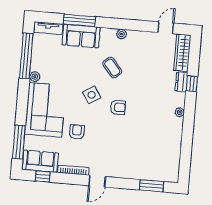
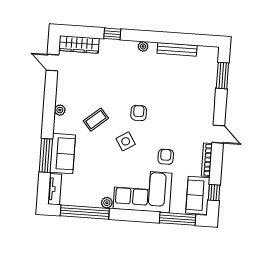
dresser: (181, 82) -> (110, 45), removed
armchair: (77, 132) -> (166, 157), turned 90
bench: (177, 144) -> (177, 49), added

